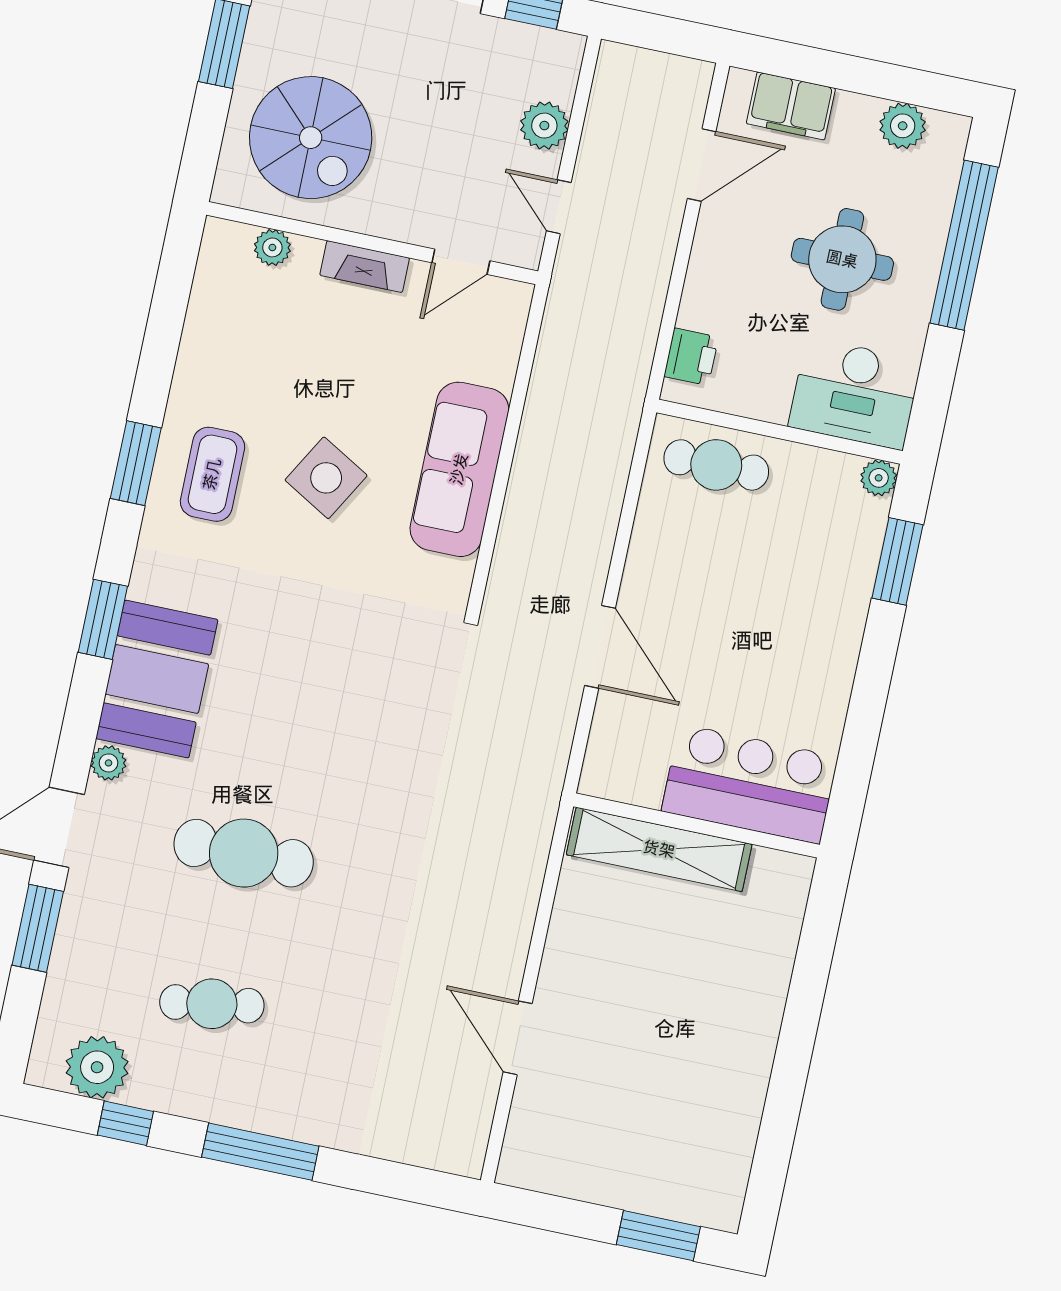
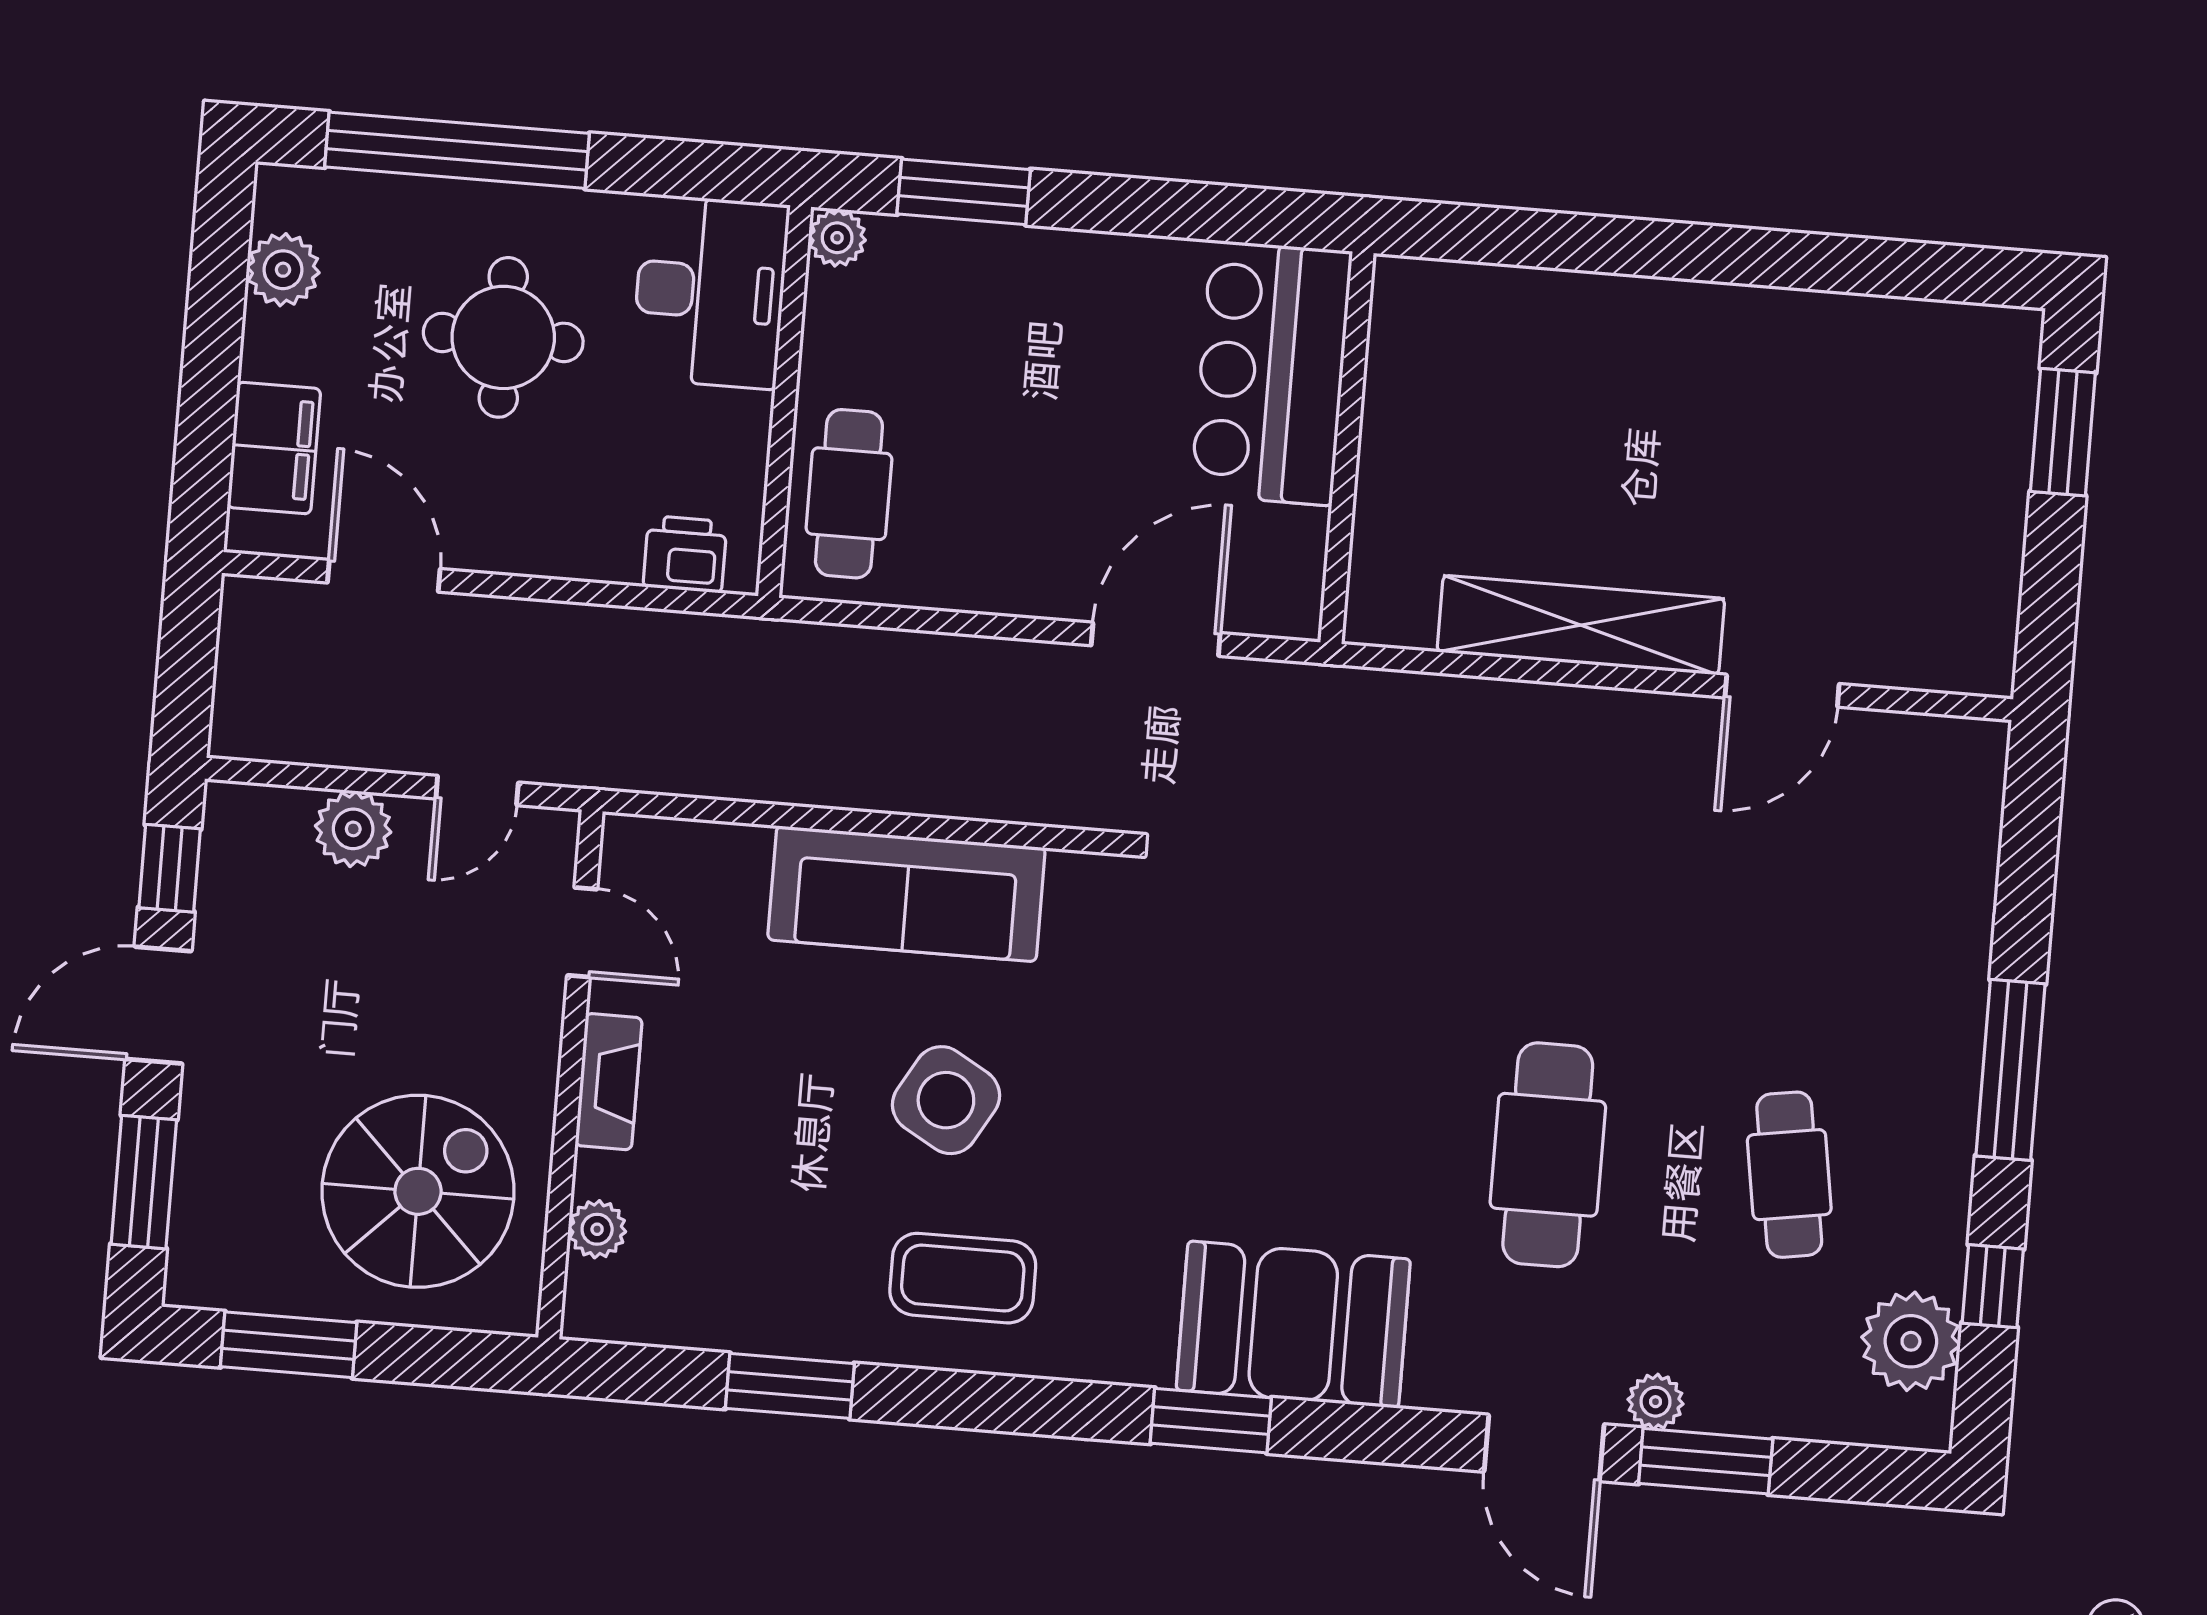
window: (136, 463) -> (790, 1386), moved
plant: (109, 763) -> (1656, 1402), moved
bar counter: (750, 784) -> (1272, 373), moved
wall: (697, 826) -> (1347, 448), moved
shelving: (659, 849) -> (1581, 625), moved, turned 90

